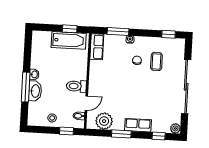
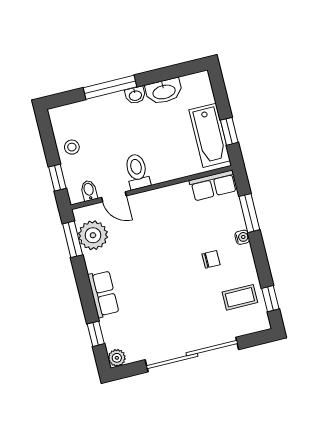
coffee table: (156, 61) -> (240, 297), moved
washbasin: (35, 91) -> (164, 91), moved
window: (121, 134) -> (73, 239), moved

